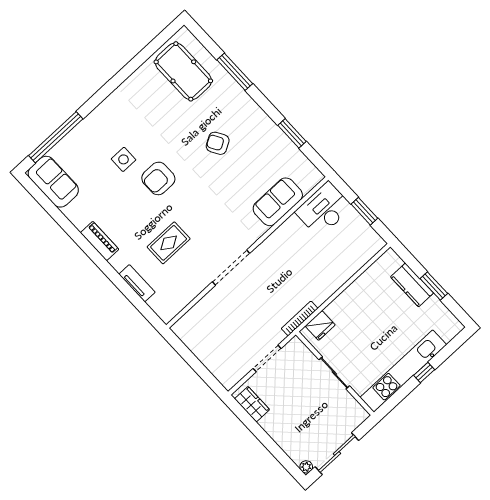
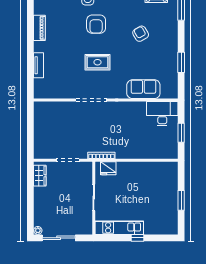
armchair: (158, 178) -> (96, 24), turned -90
rug: (169, 243) -> (97, 62), moved
kitchen counter: (412, 285) -> (171, 190), removed
kitchen unit: (403, 371) -> (119, 228), width x0.73

